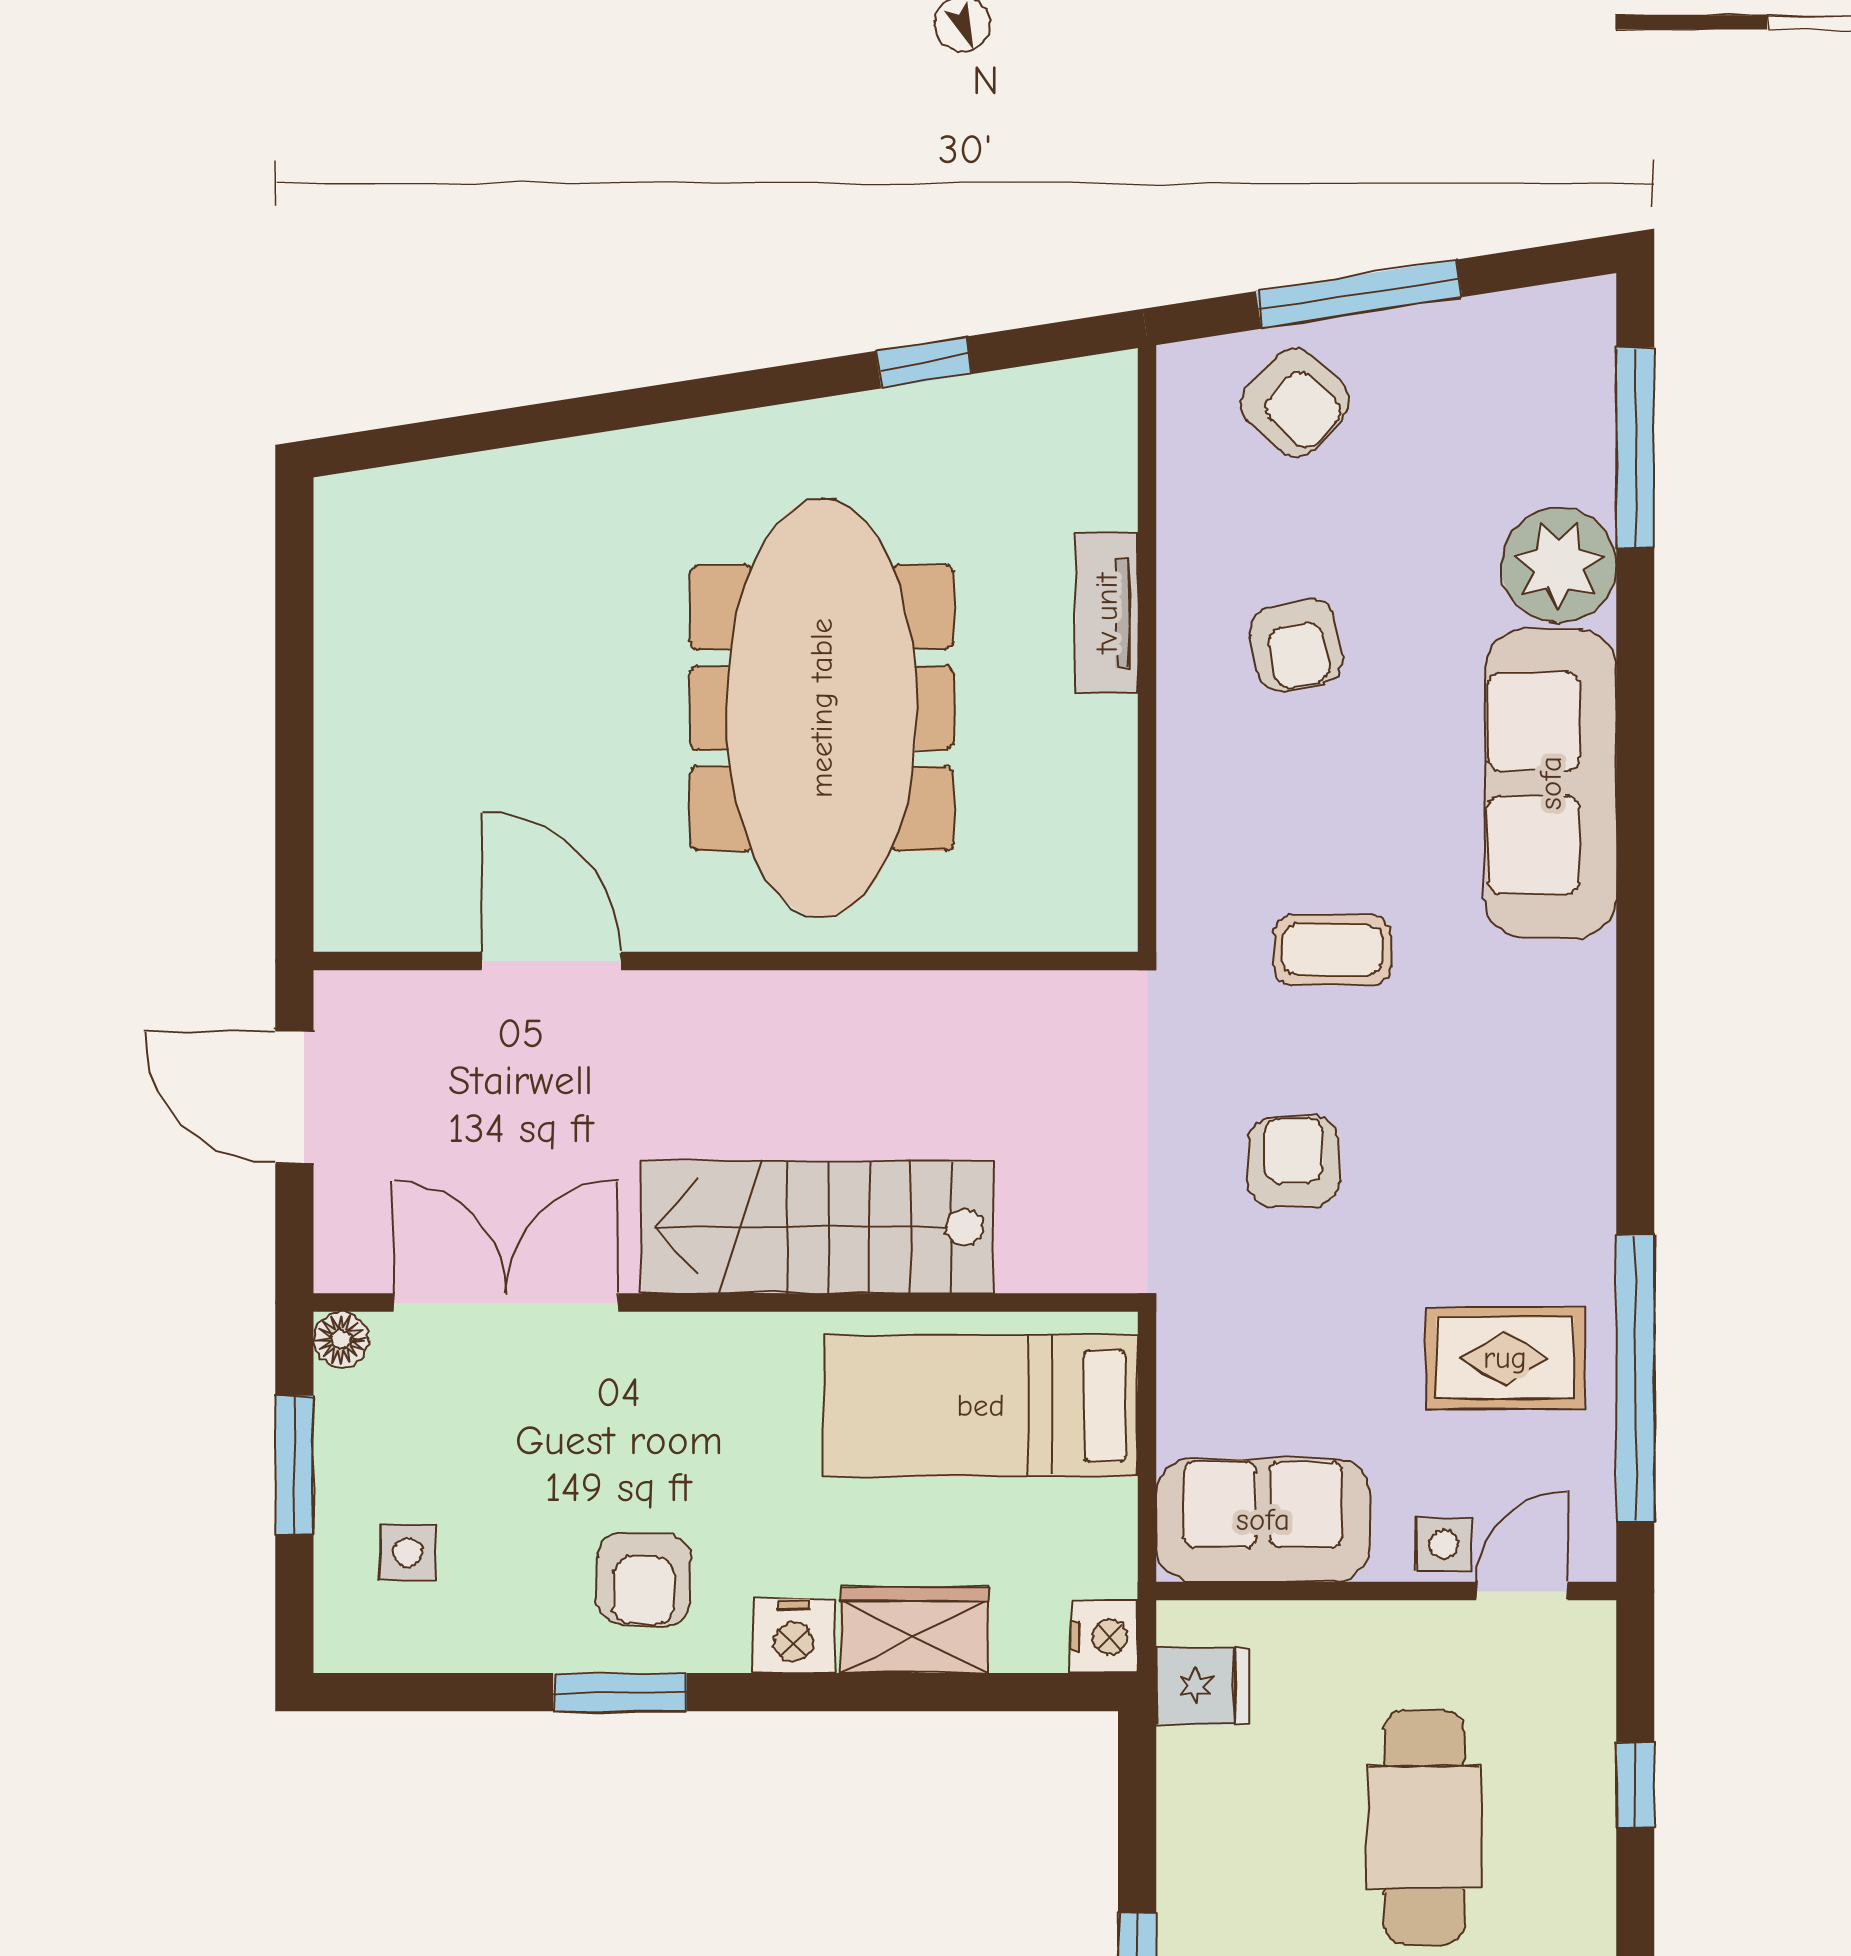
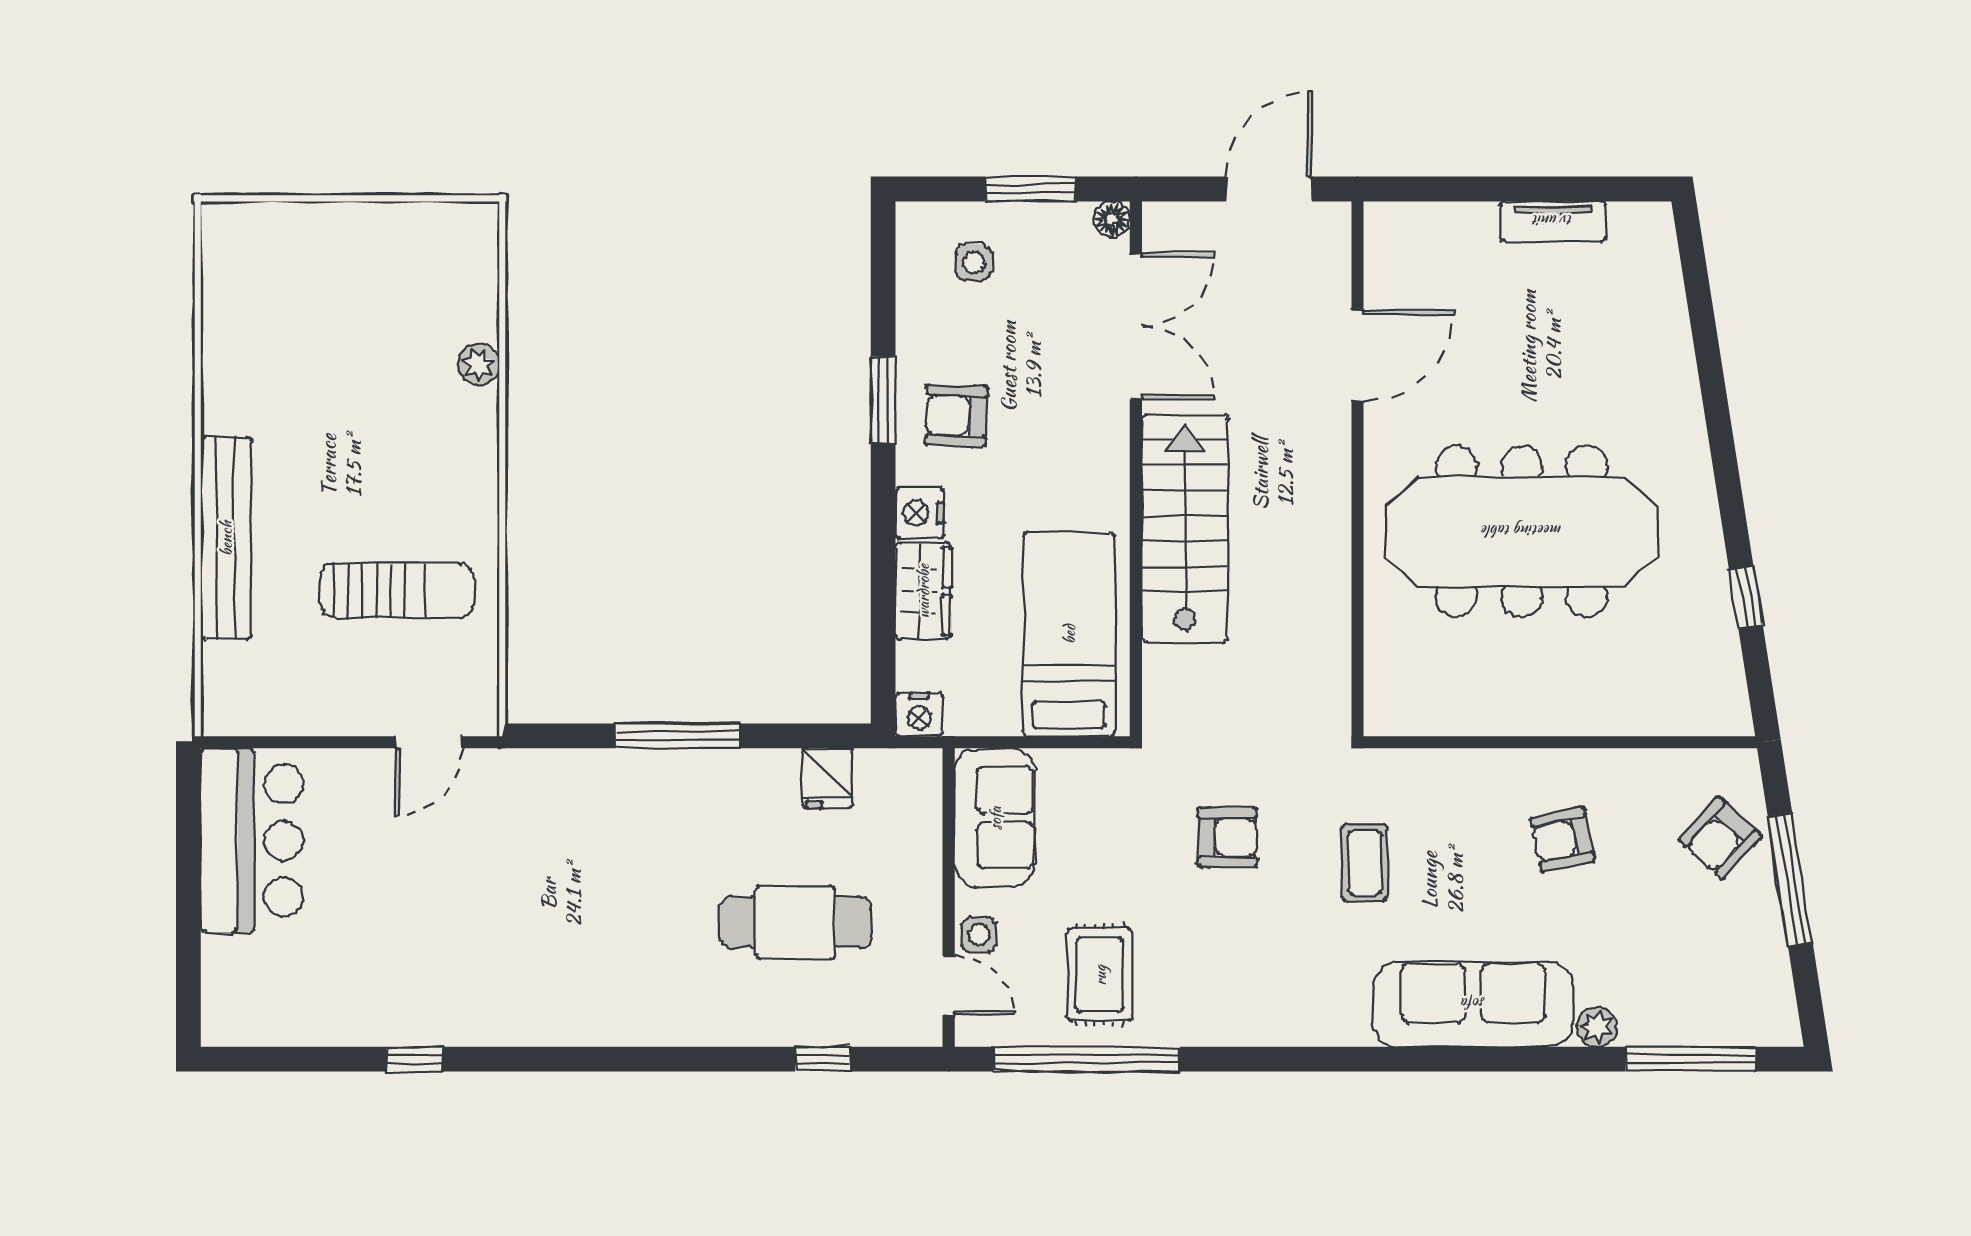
plant: (1559, 565) -> (1597, 1027), width x0.53, depth x0.53
tv unit: (1107, 613) -> (1553, 221), moved, turned 180
fridge: (1202, 1686) -> (827, 778), moved

